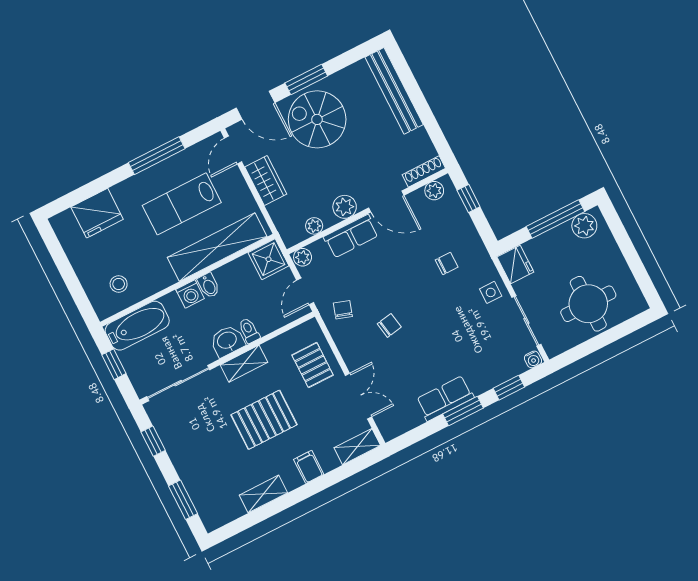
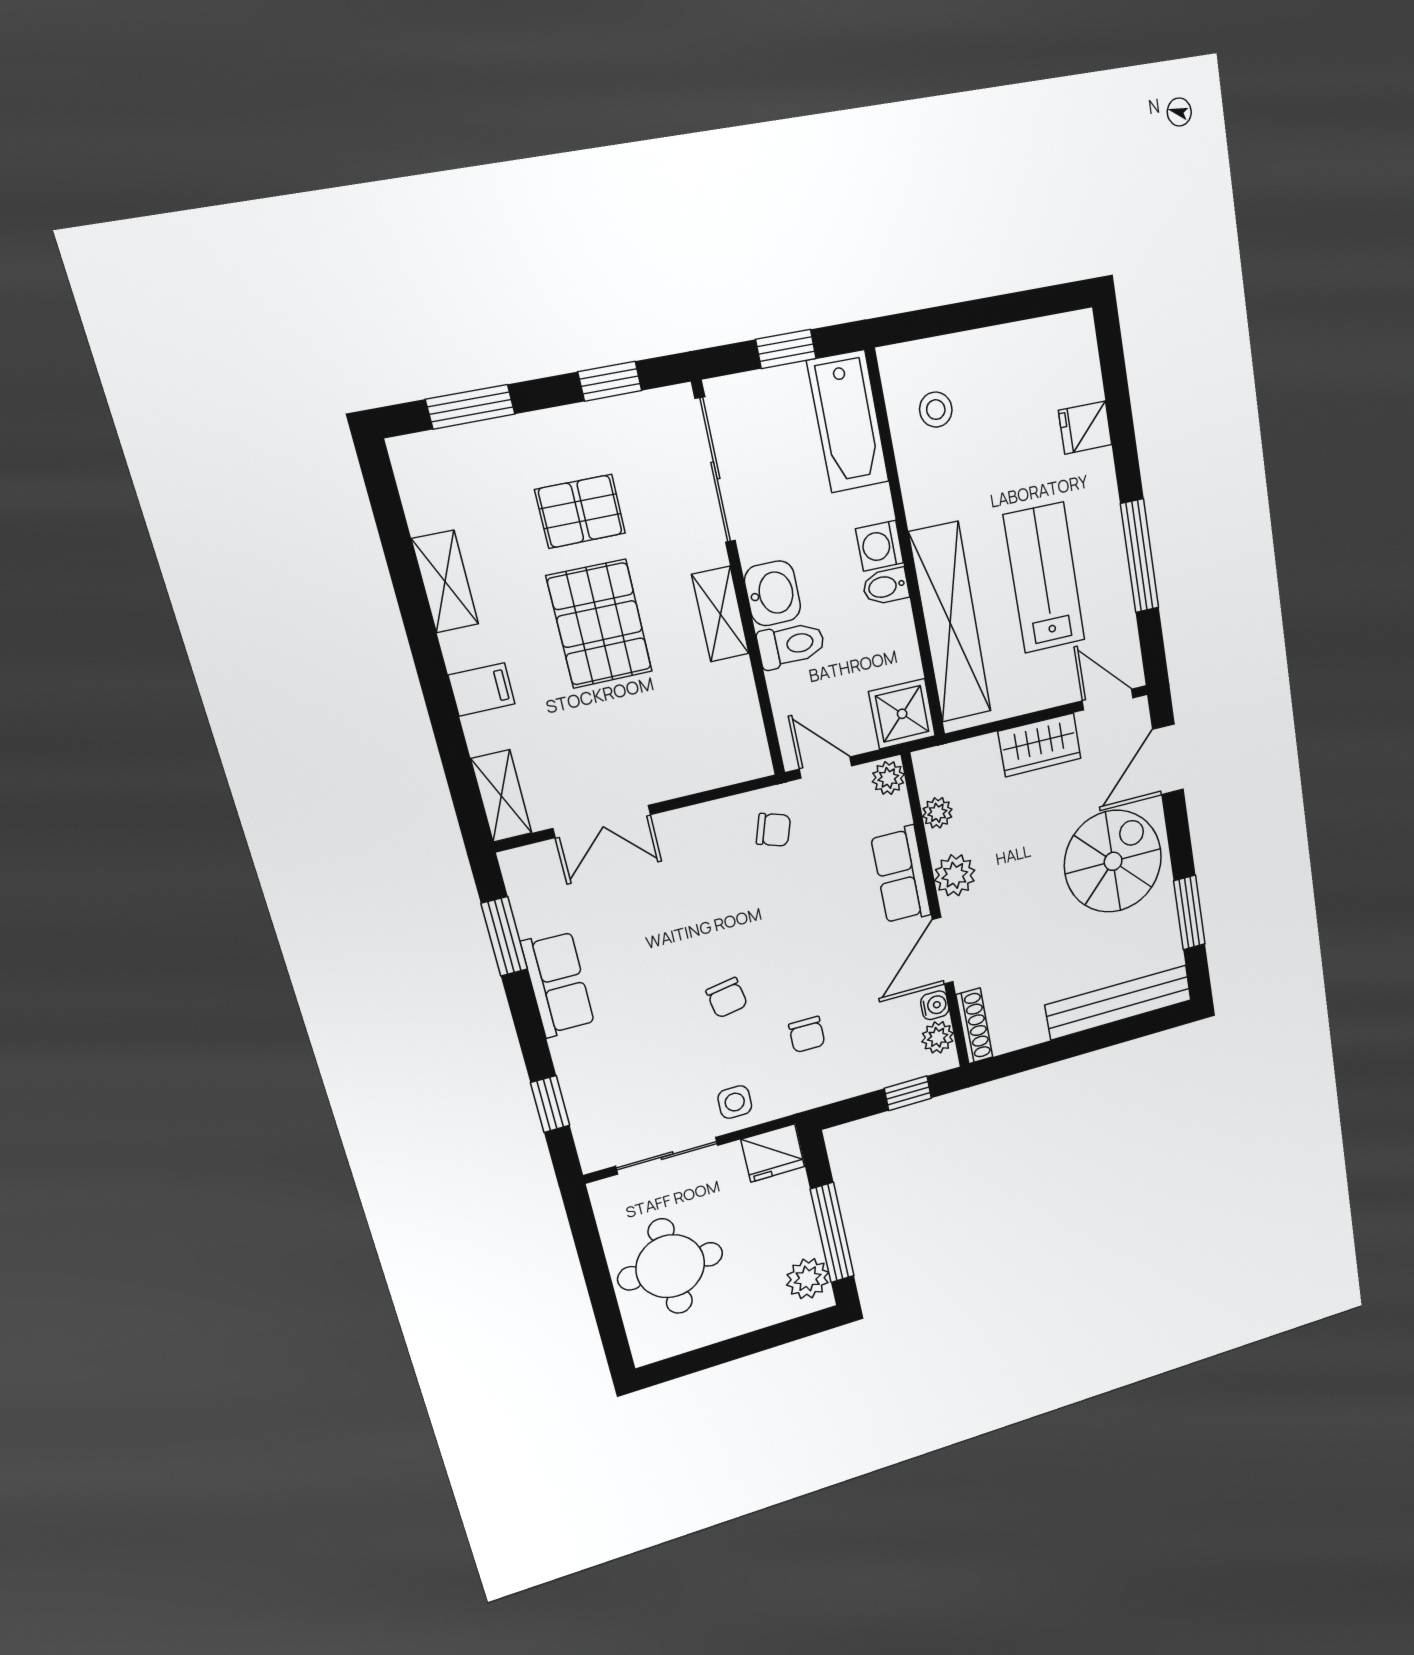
window: (306, 79) -> (1189, 913), moved
fridge: (97, 213) -> (1085, 428), width x0.53, depth x0.75
chair: (389, 325) -> (727, 998), moved
toilet: (249, 331) -> (791, 645), width x1.37, depth x1.39
water cooler: (533, 359) -> (935, 1005), moved, turned 180
pallet: (313, 365) -> (580, 511), moved
window: (463, 411) -> (504, 936), moved

